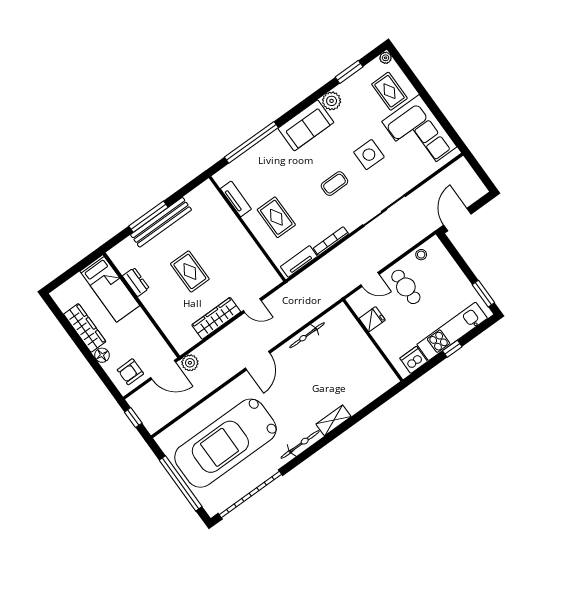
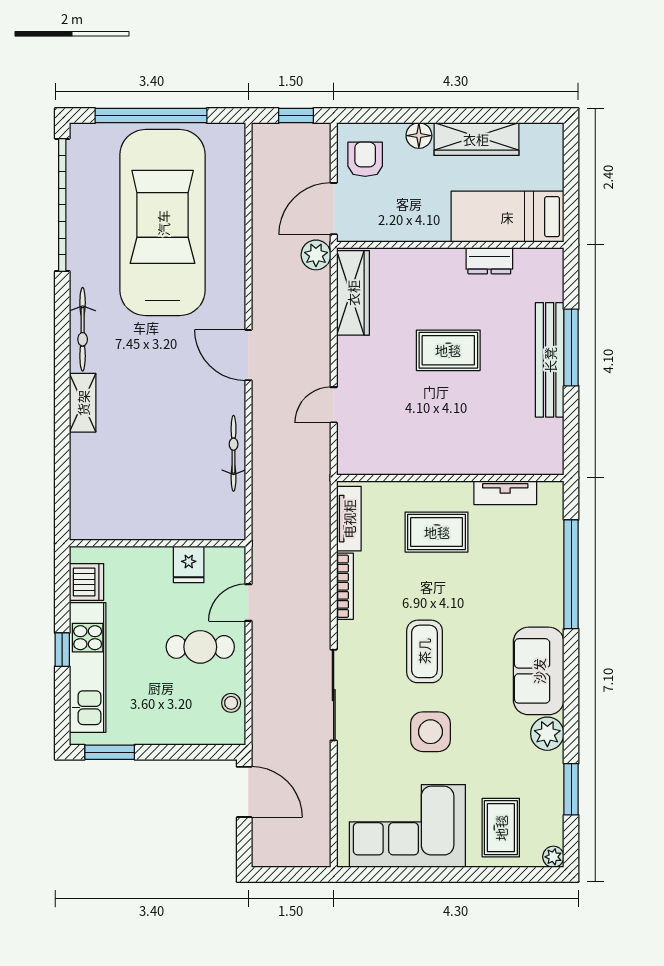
rug: (389, 91) -> (501, 828), turned 90
coffee table: (334, 184) -> (424, 651), width x1.36, depth x1.30
wardrobe: (216, 318) -> (353, 293), moved

